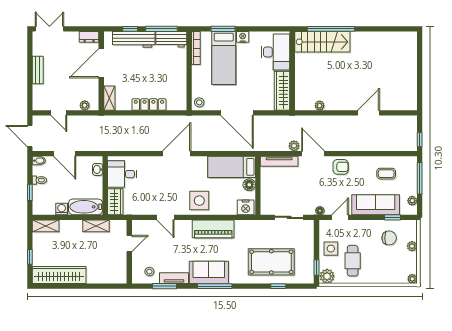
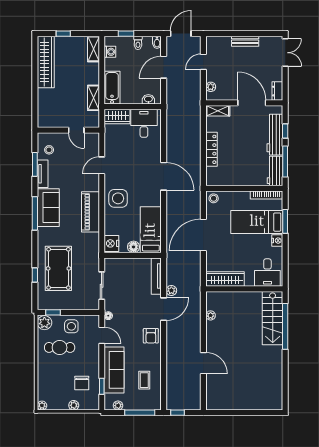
desk: (276, 52) -> (267, 273), width x0.73
washing machine: (62, 209) -> (110, 52), moved

